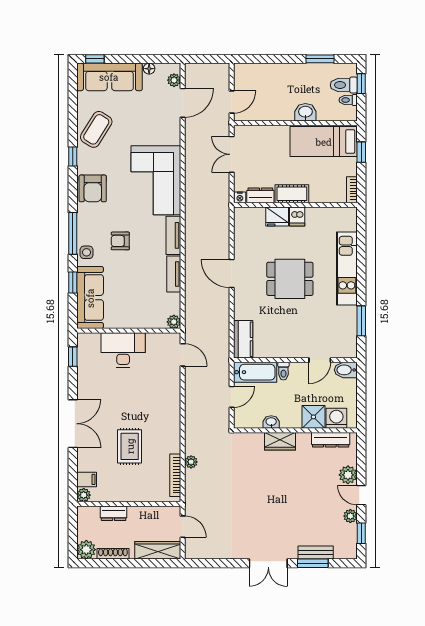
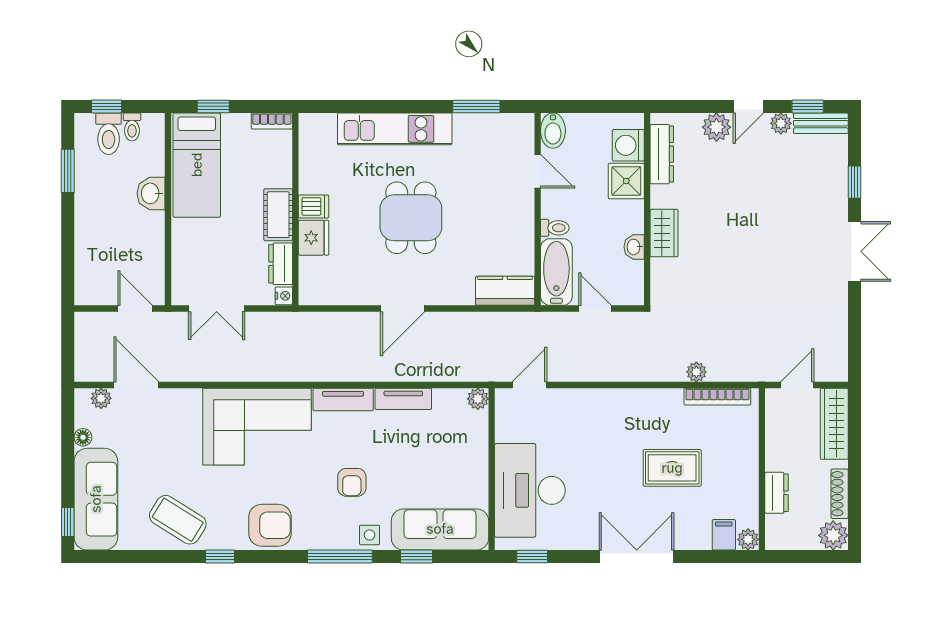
desk: (123, 350) -> (530, 490), width x1.36, depth x1.30
bench: (316, 552) -> (821, 123), moved, turned 90
window: (313, 563) -> (854, 182), width x0.67

